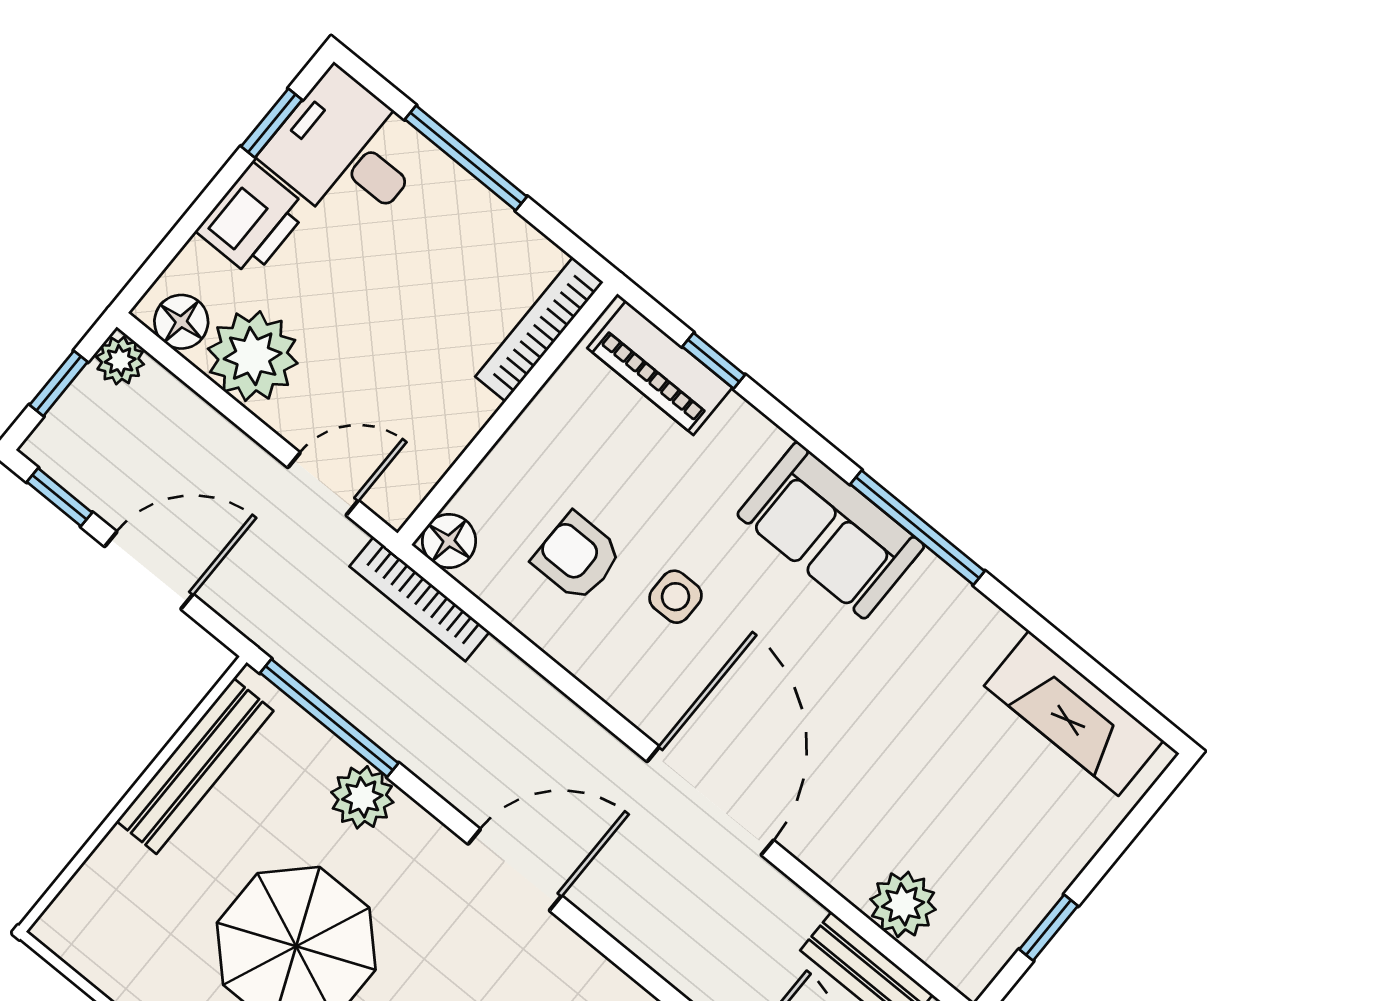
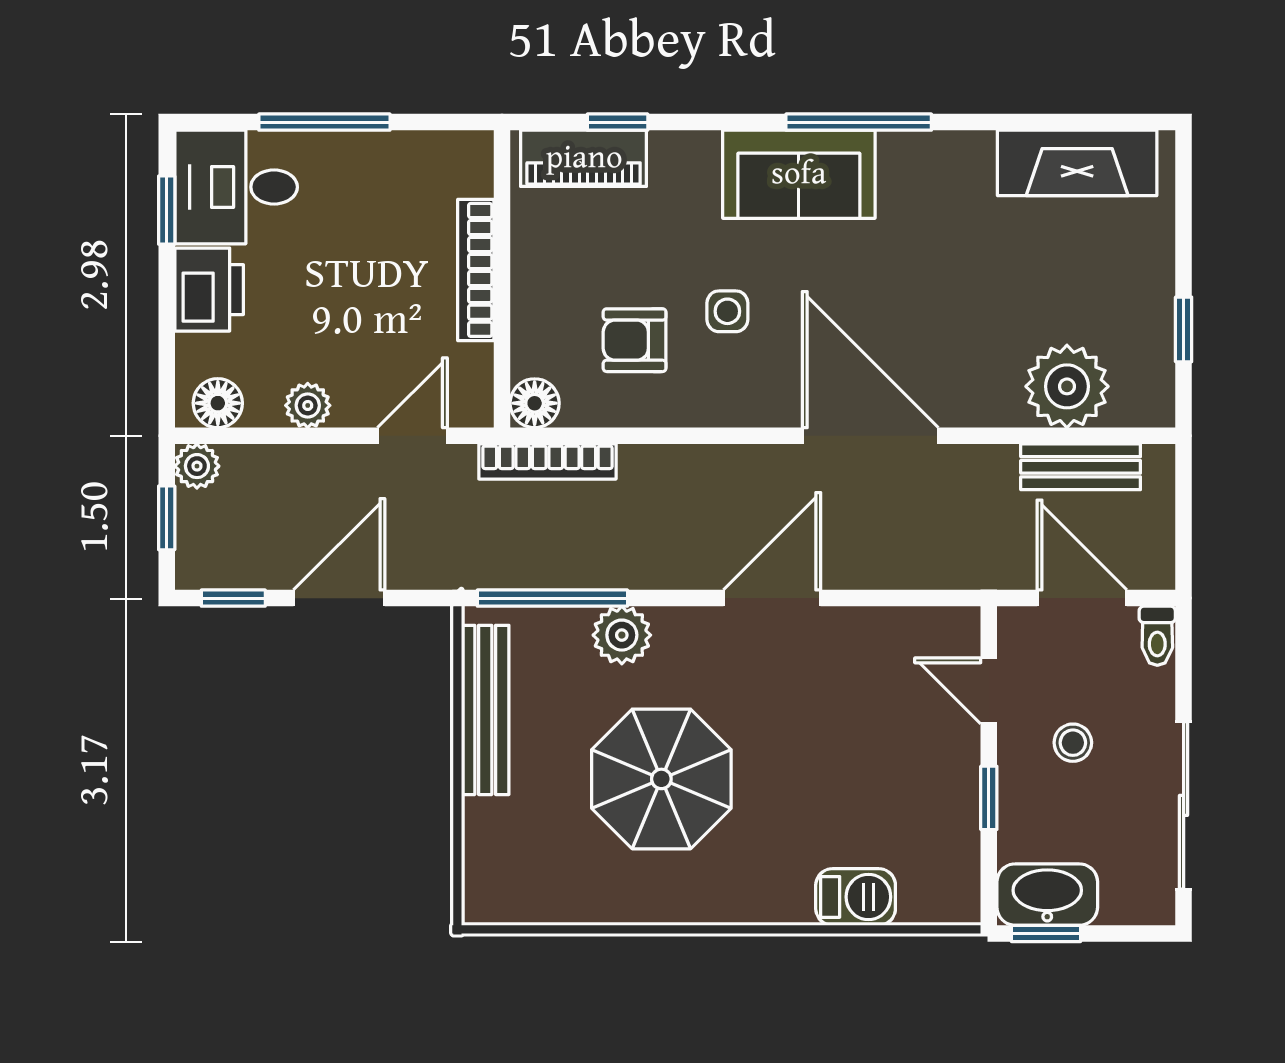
bookcase: (539, 329) -> (476, 270), moved
plant: (253, 356) -> (308, 405), width x0.53, depth x0.53
plant: (903, 904) -> (1067, 386), width x1.36, depth x1.36

